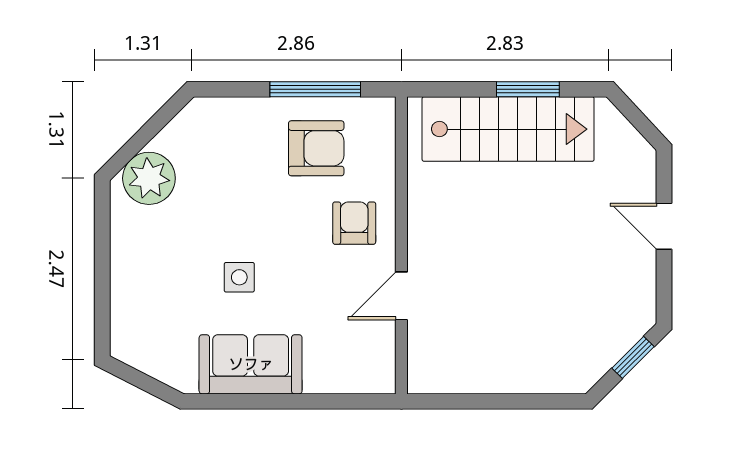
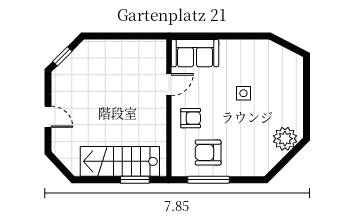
window: (528, 89) -> (135, 180), moved
armchair: (354, 223) -> (191, 118), turned -90
sofa: (251, 364) -> (195, 53), moved

